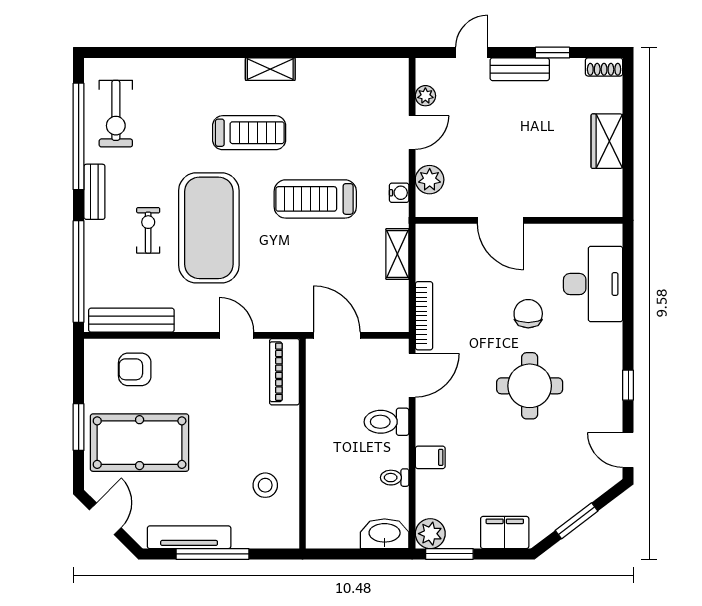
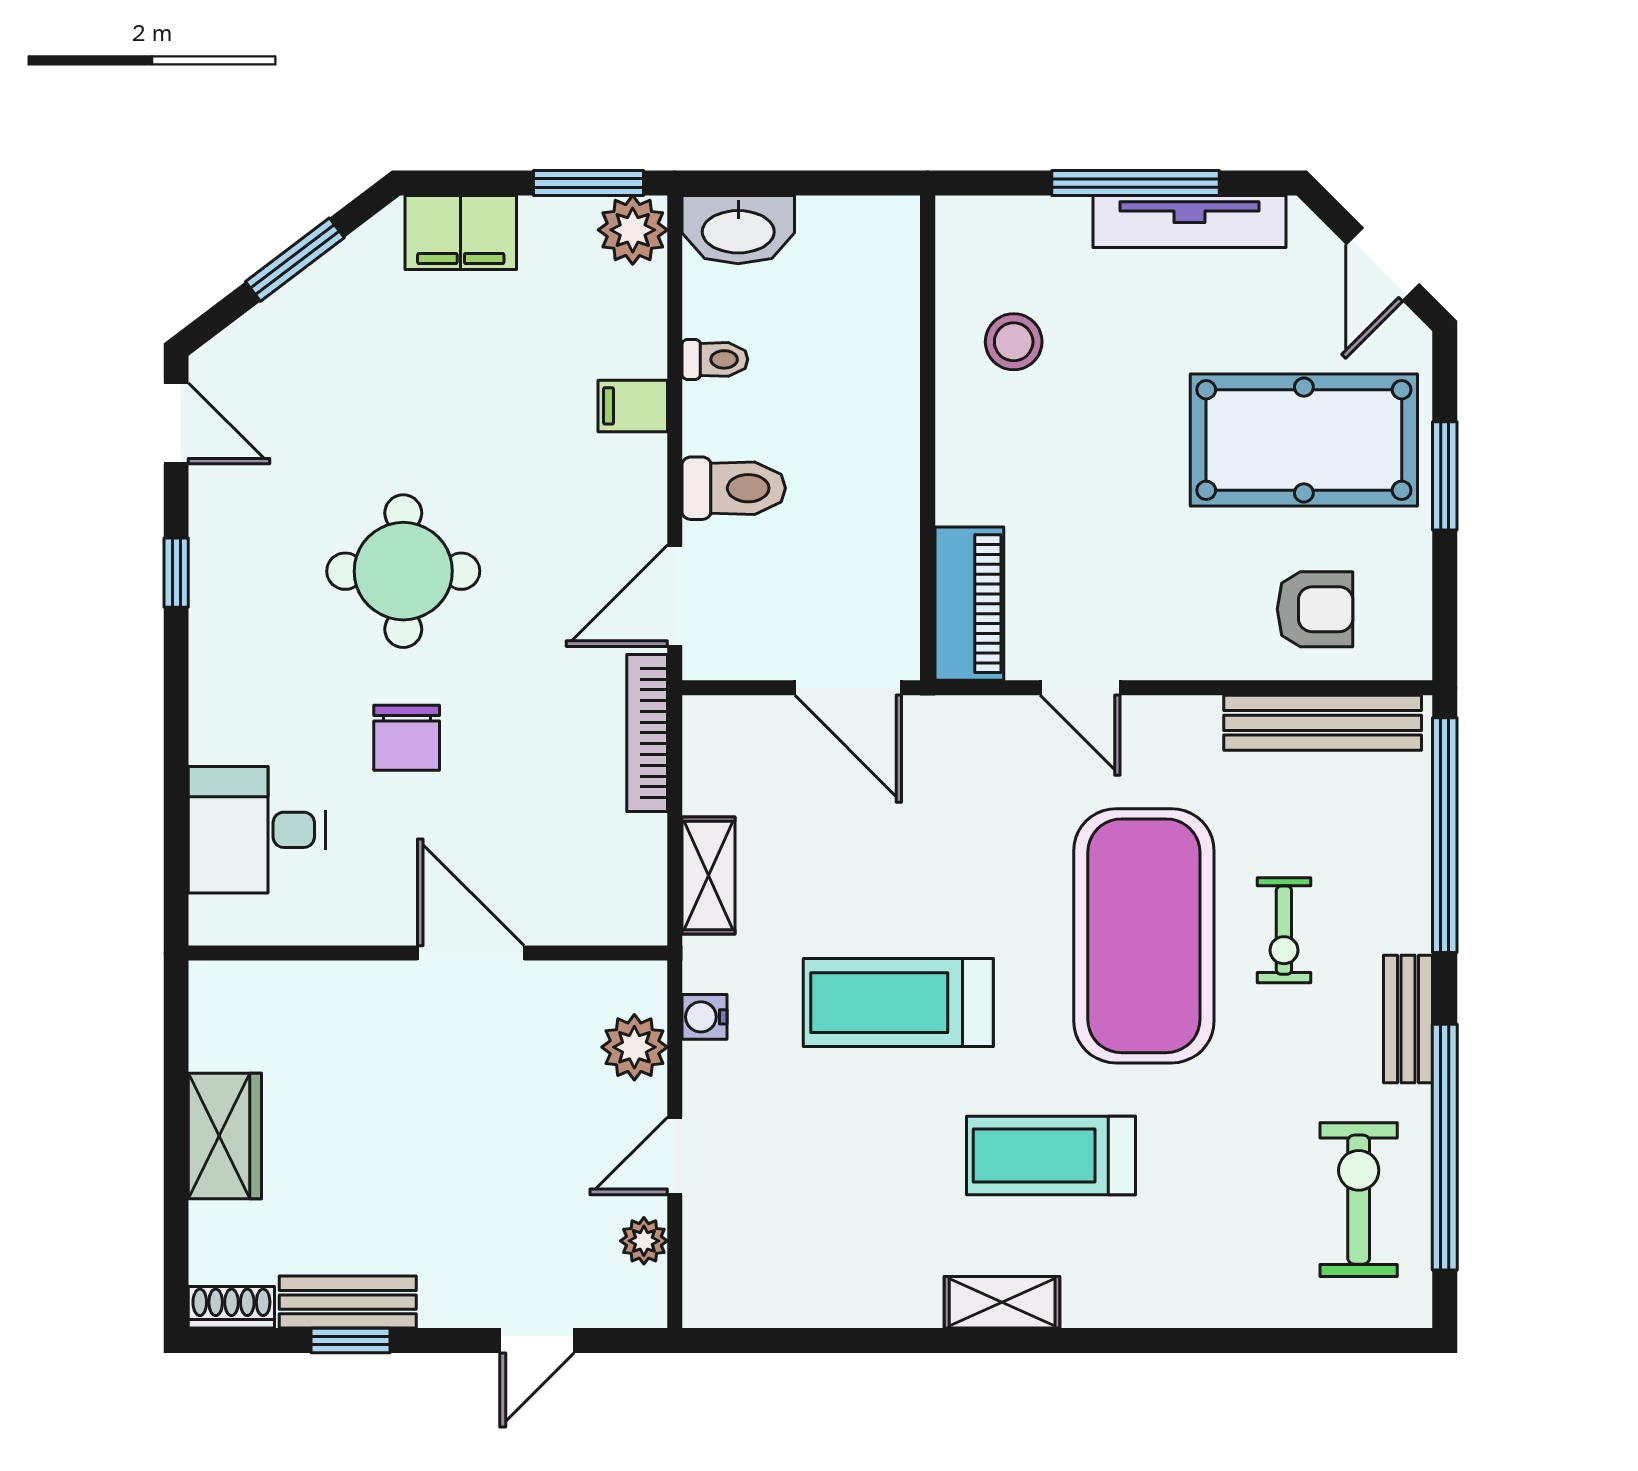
bench: (520, 69) -> (348, 1302), moved
treadmill: (315, 199) -> (898, 1003), turned 180
desk: (593, 284) -> (257, 830), width x0.73

